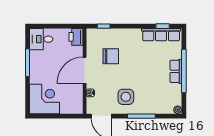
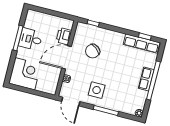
printer: (76, 37) -> (64, 36), moved
desk: (41, 39) -> (31, 39), moved
chair: (111, 56) -> (93, 51), turned 129

